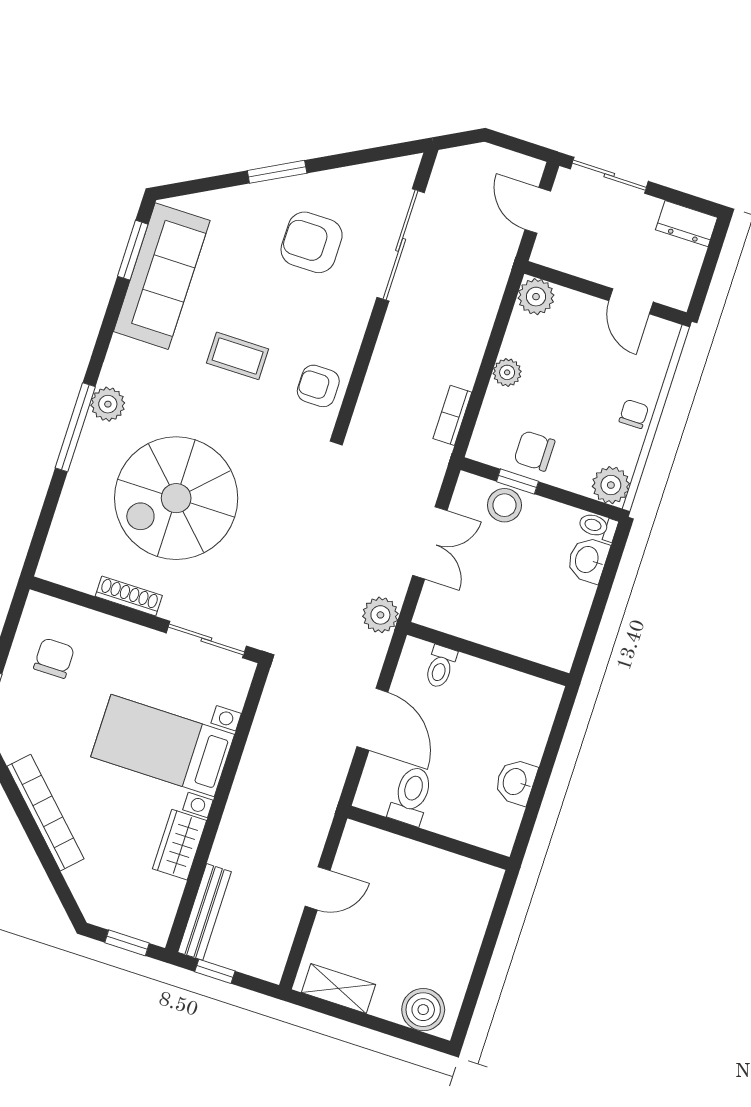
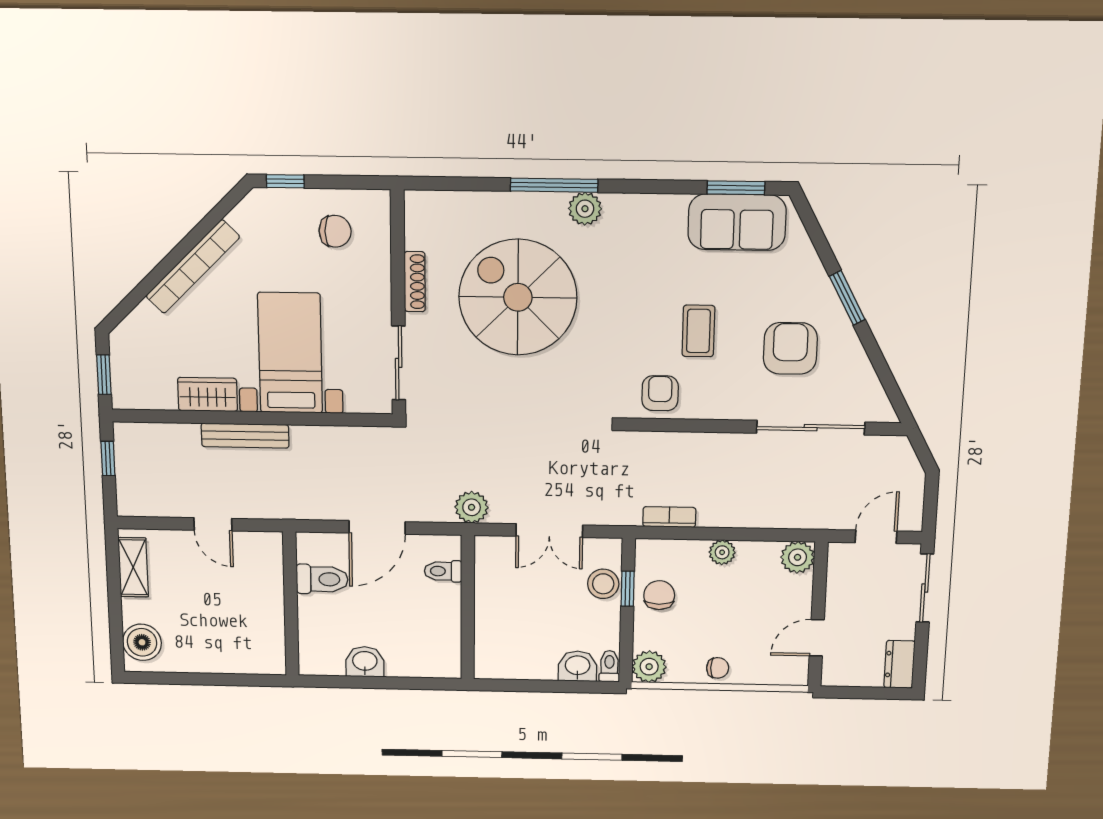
sofa: (162, 276) -> (737, 222), width x0.73
coffee table: (238, 356) -> (698, 331), moved
bench: (205, 912) -> (245, 436), moved

